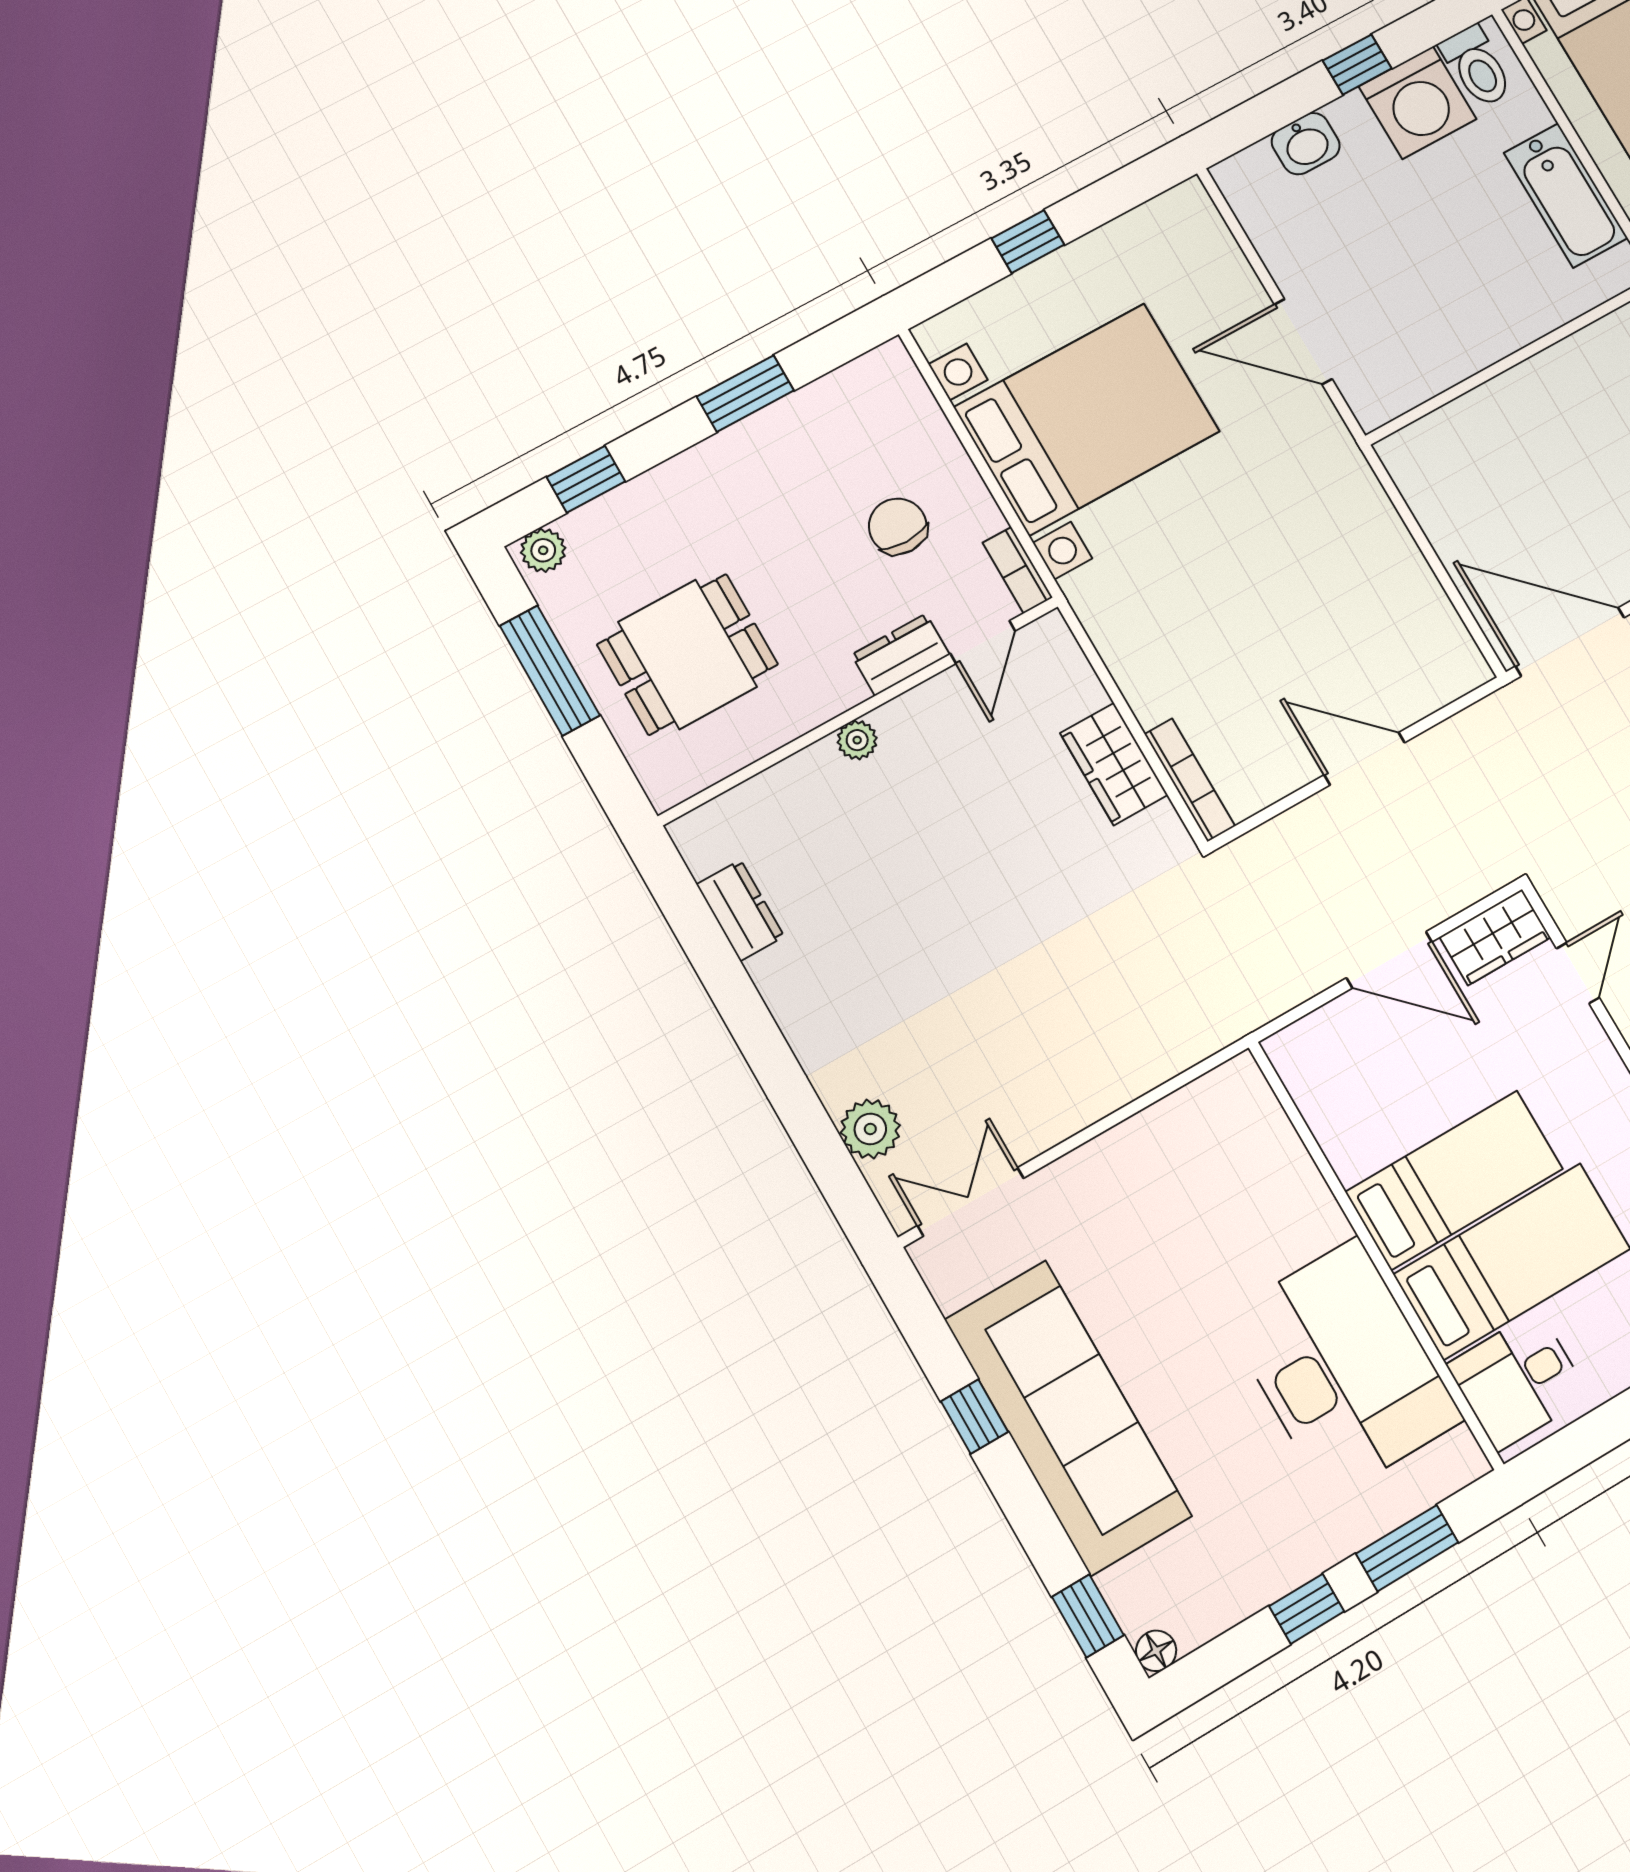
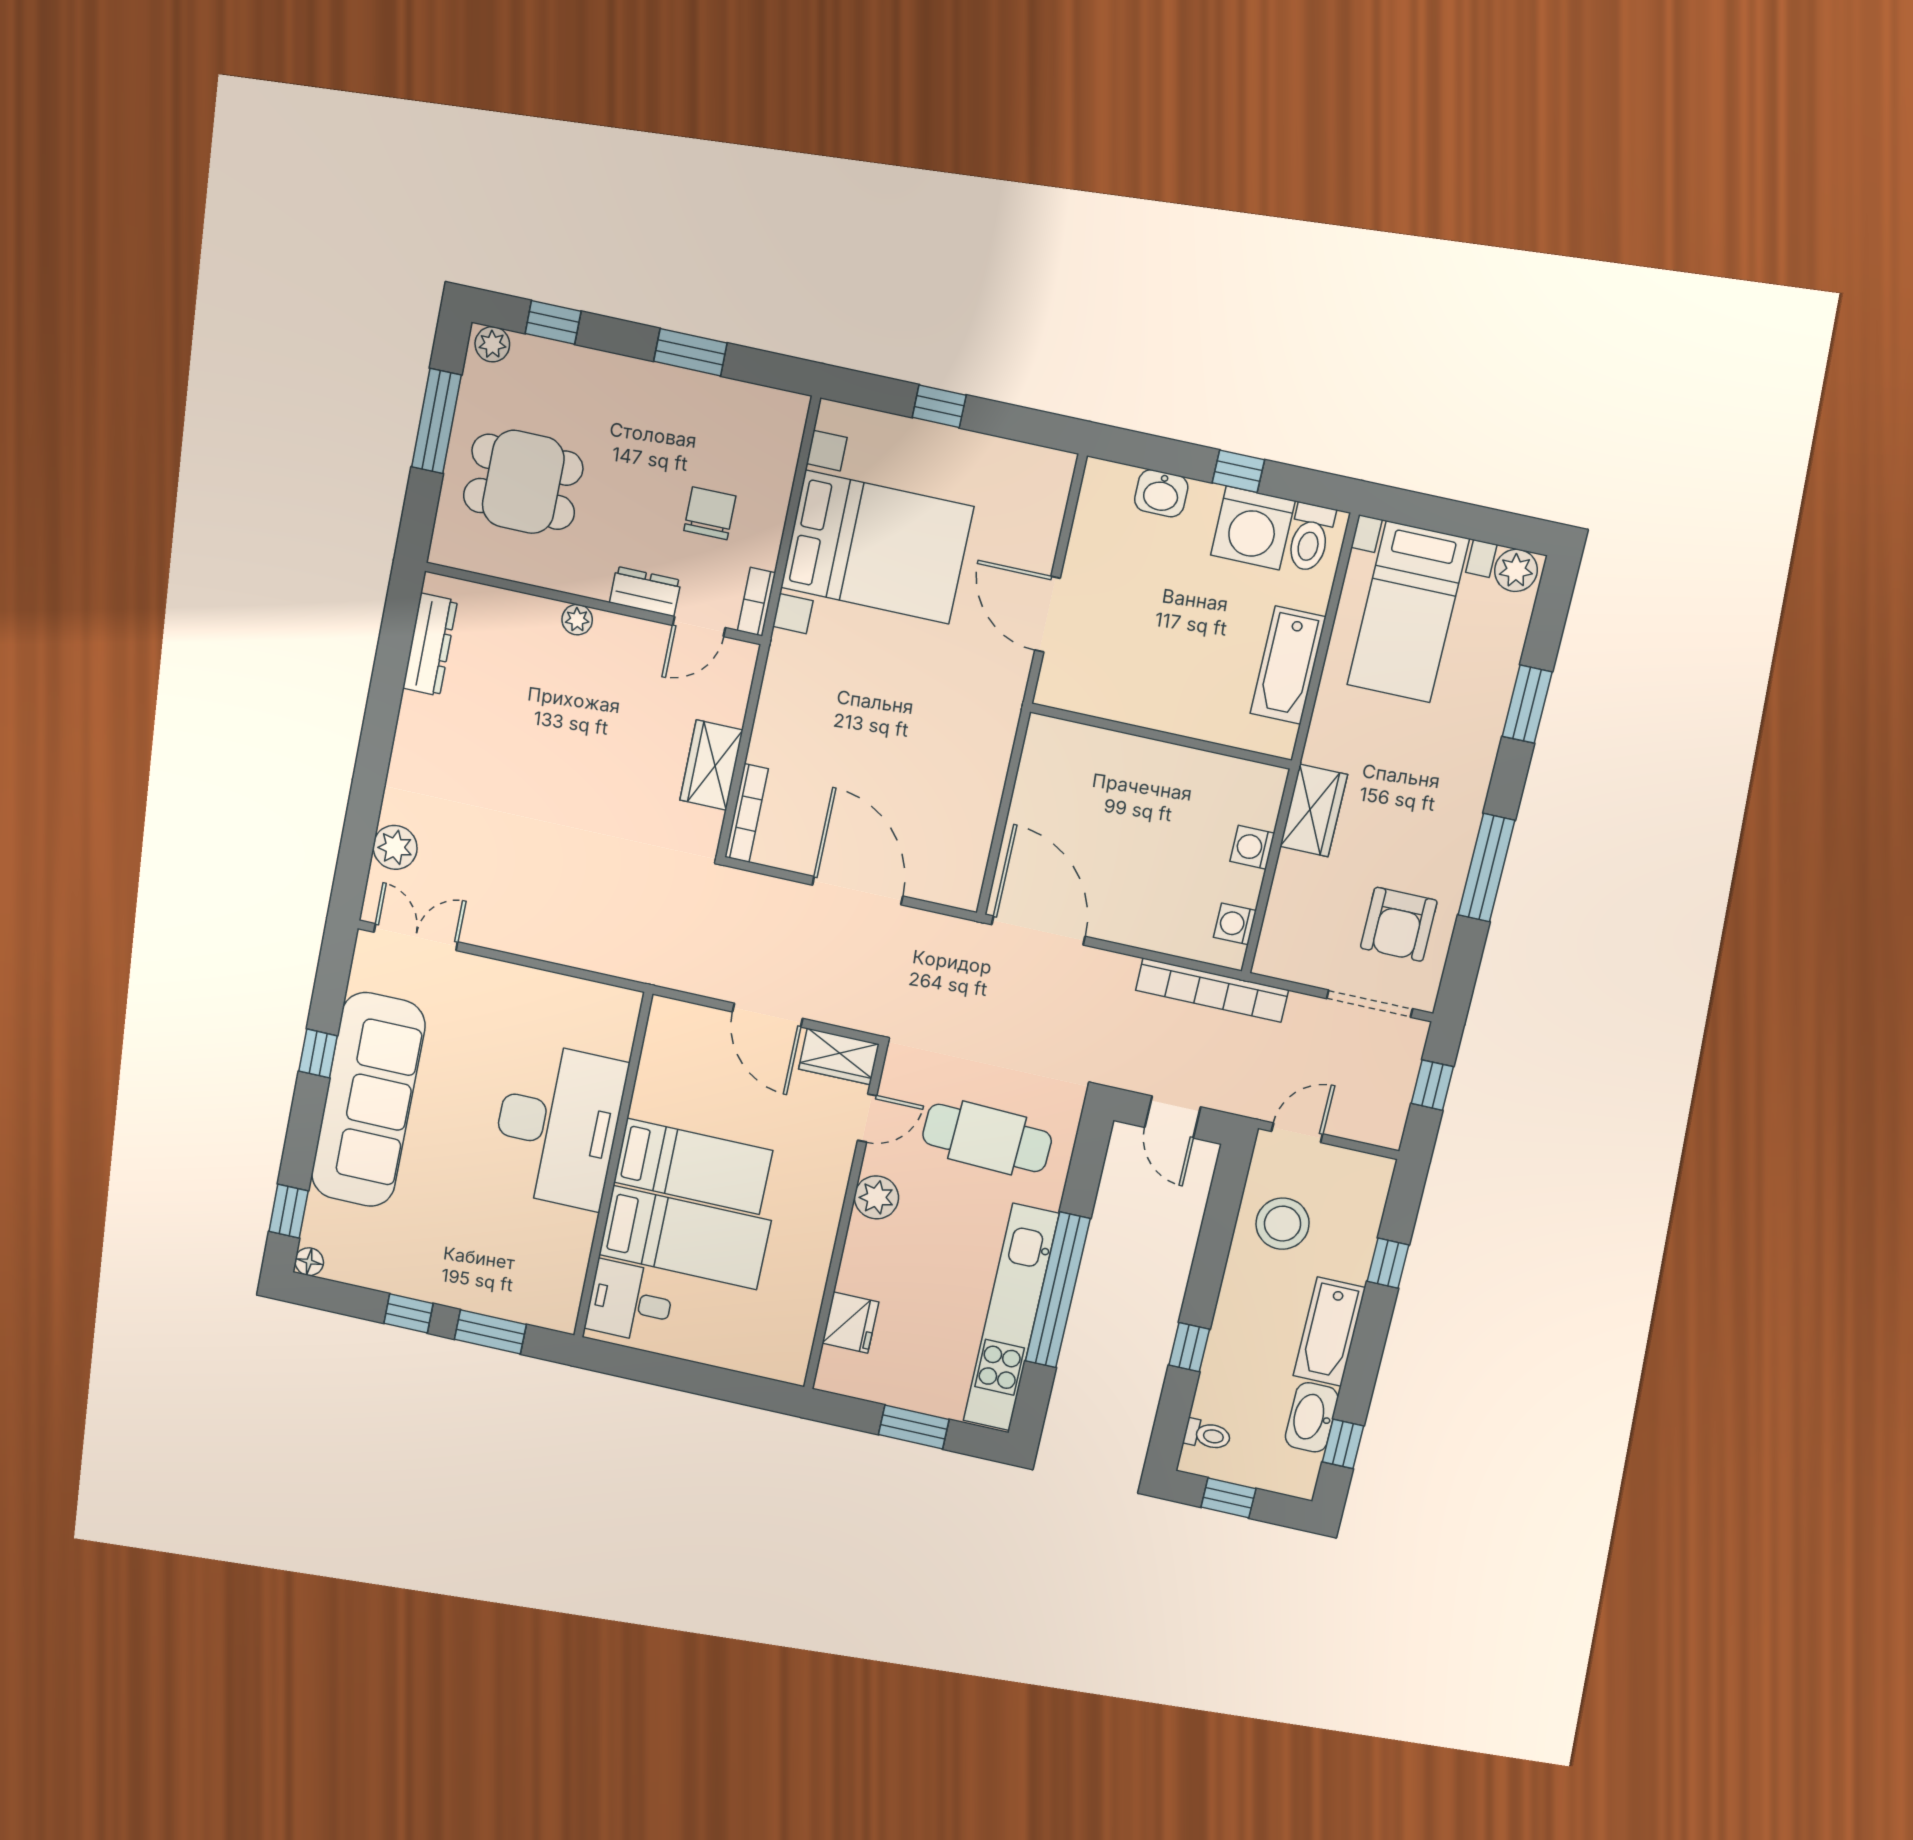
door: (1364, 759) -> (858, 891), width x1.36
dresser: (740, 910) -> (430, 645), width x1.44
desk: (1343, 1368) -> (558, 1125), moved

